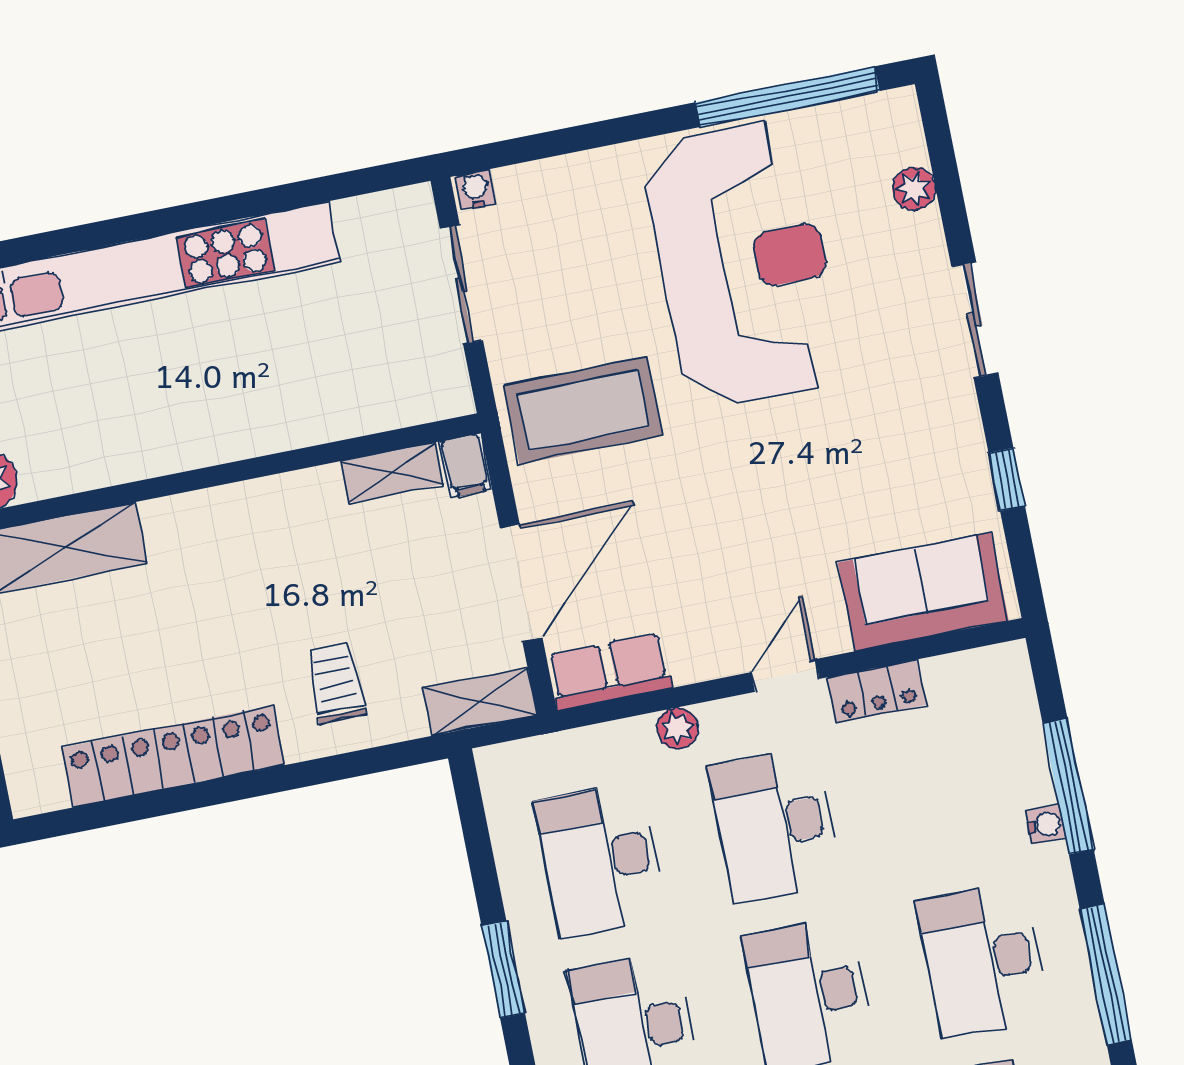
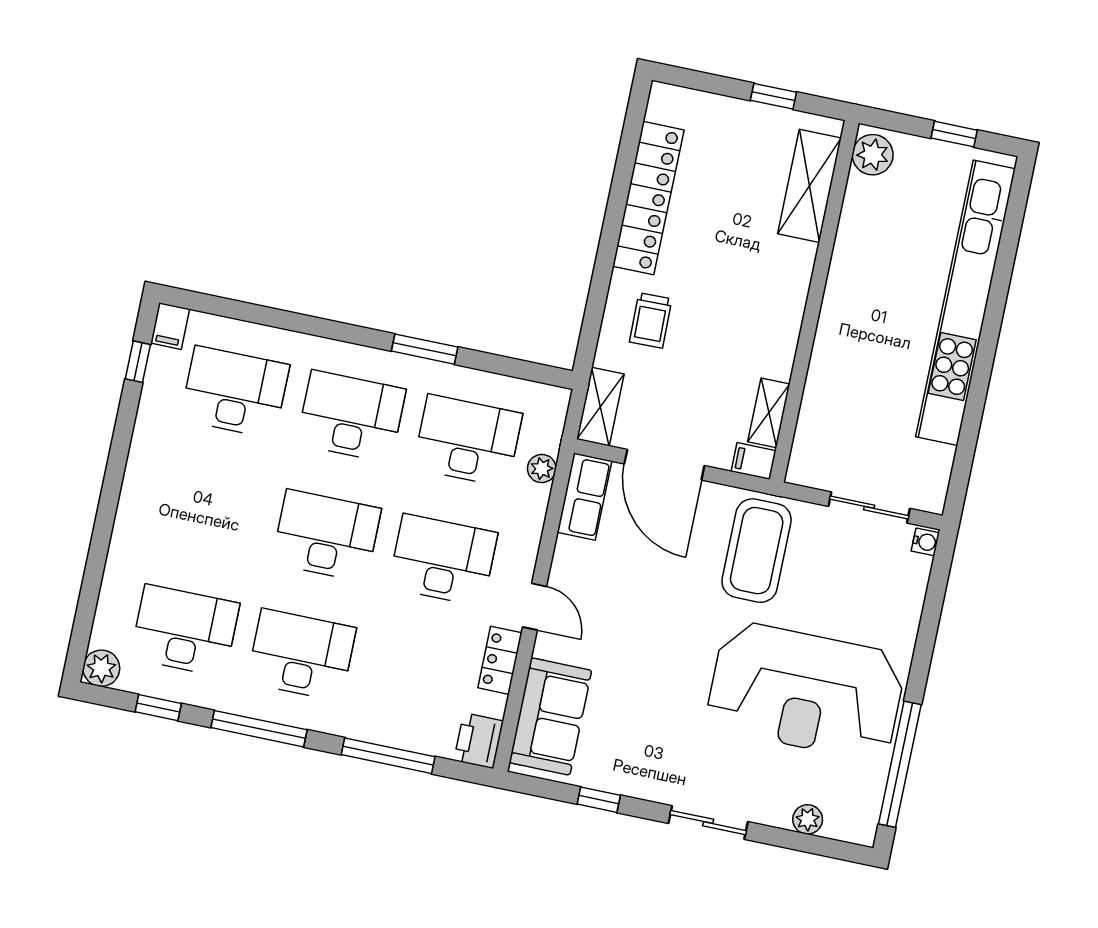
printer: (996, 674) -> (479, 741), added
trolley: (336, 683) -> (651, 320), turned 89
plant: (678, 728) -> (542, 469), moved
water cooler: (1046, 825) -> (370, 731), removed

